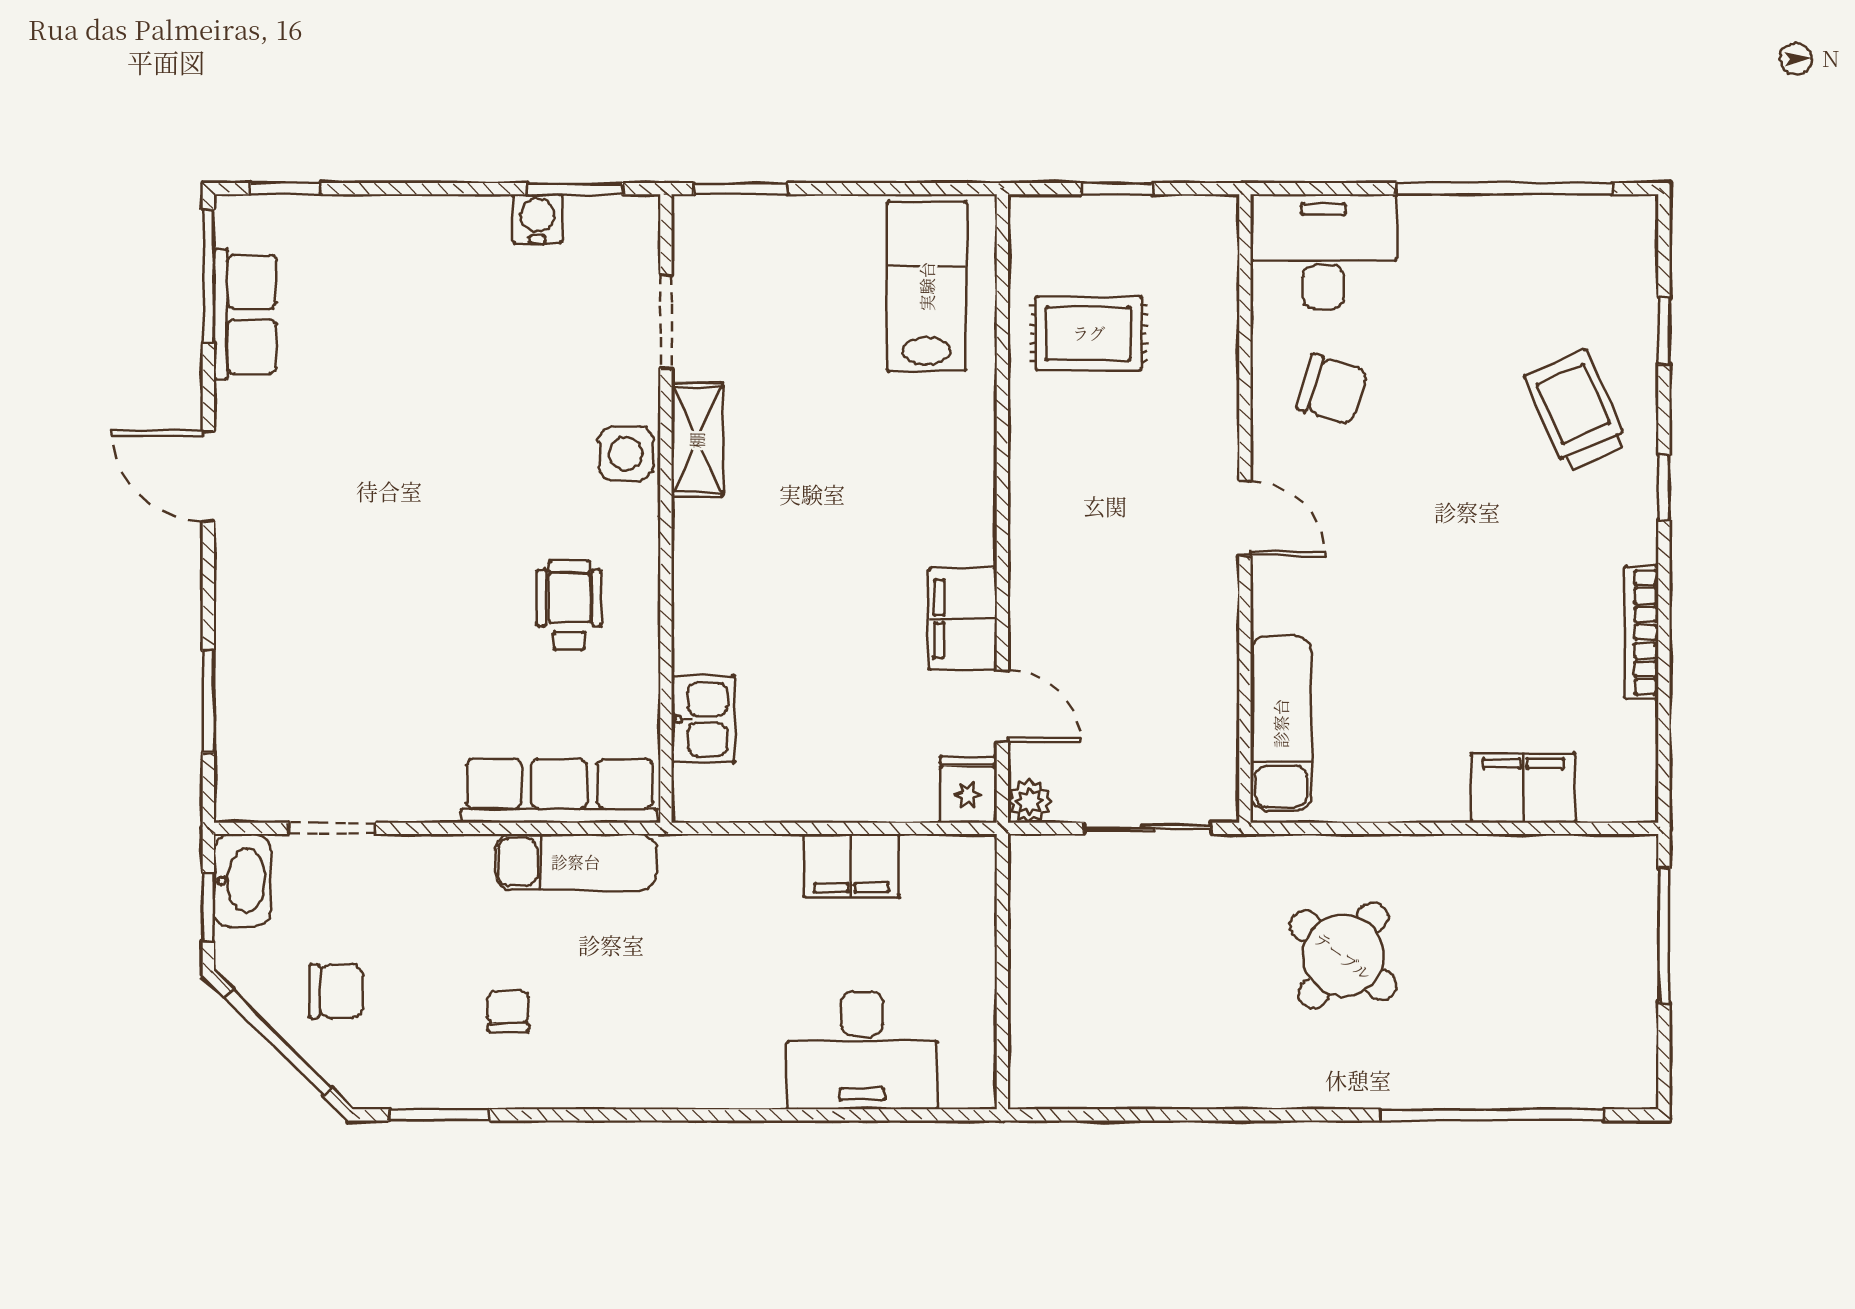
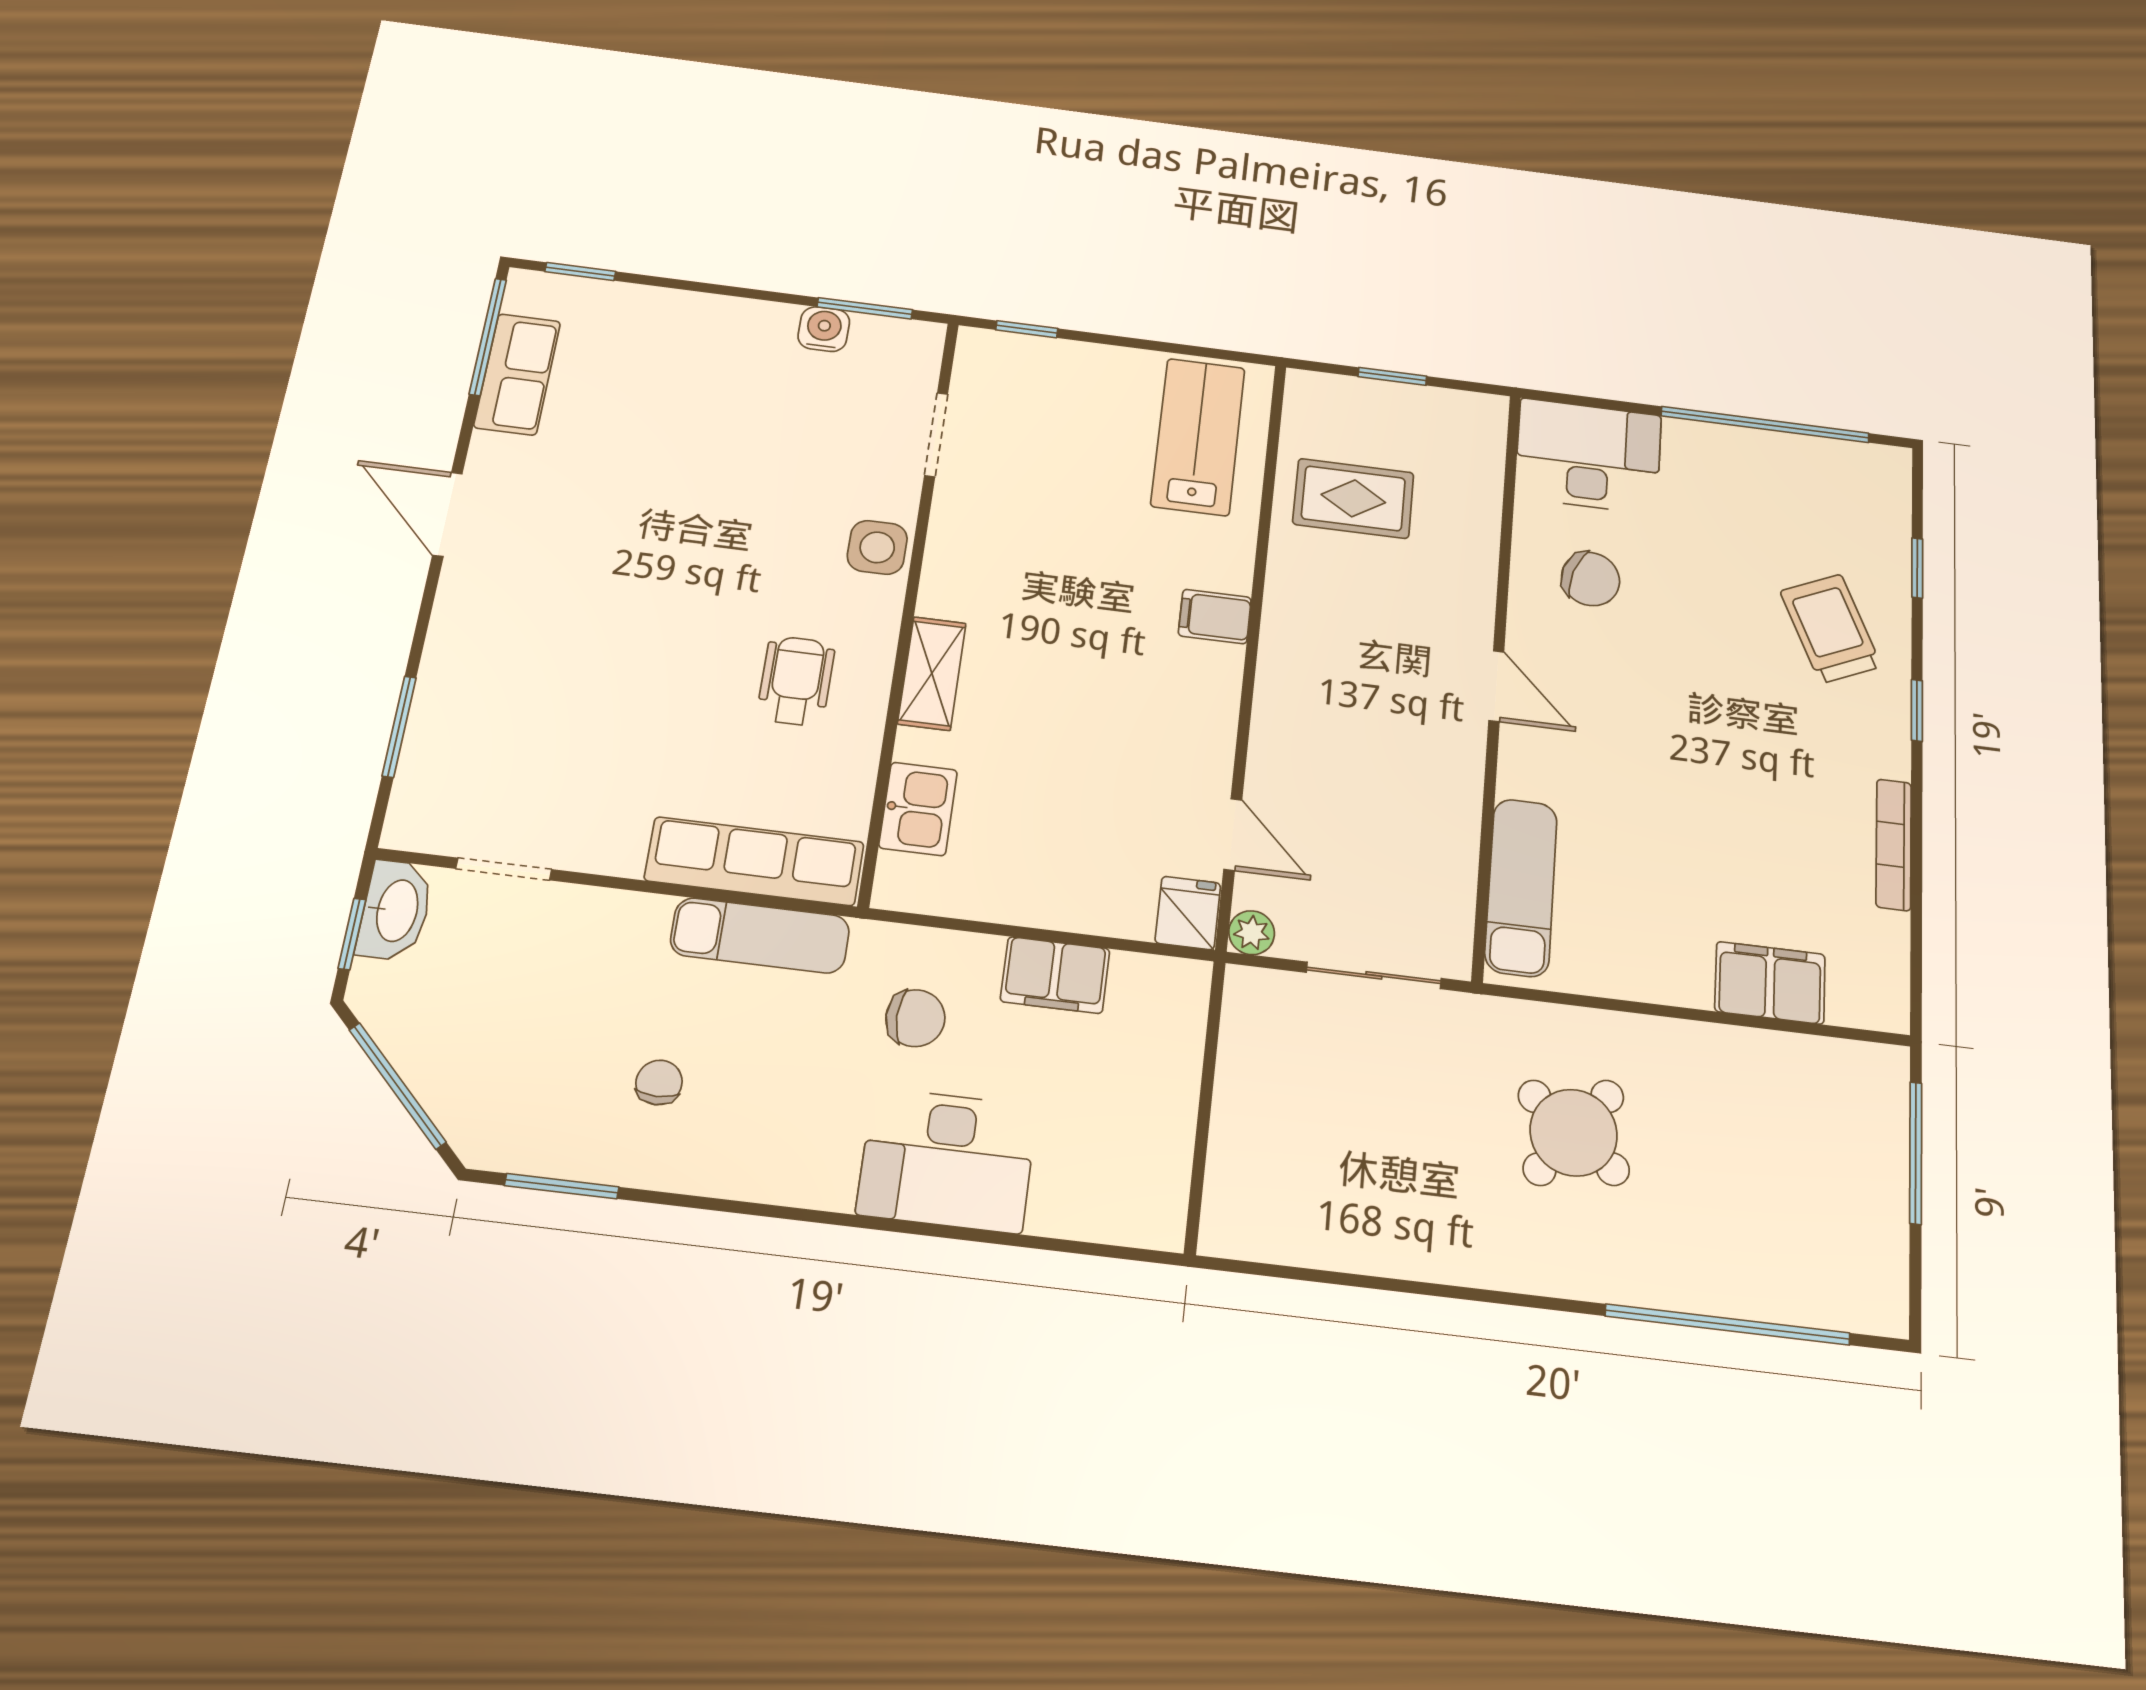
window: (741, 189) -> (1027, 329), width x0.67
shelving: (697, 440) -> (932, 673), moved
filing cabinet: (963, 619) -> (1215, 617), moved, width x0.50
chair: (336, 991) -> (915, 1018), moved
desk: (862, 1050) -> (947, 1160), moved

